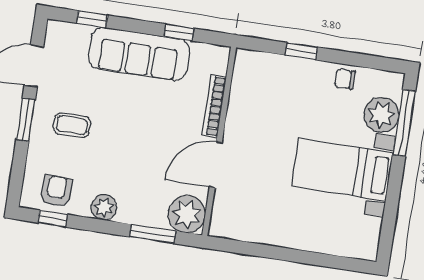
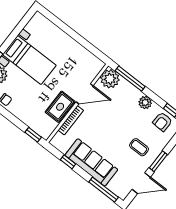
window: (92, 19) -> (104, 190), width x2.17
window: (301, 51) -> (33, 135), moved
rug: (245, 119) -> (60, 107), added
window: (153, 234) -> (130, 79), width x1.44

